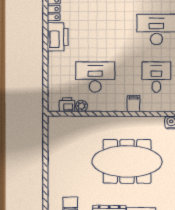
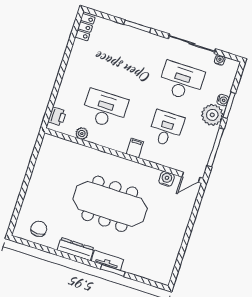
printer: (58, 37) -> (80, 56), removed
printer: (67, 105) -> (57, 116), moved, turned 90

